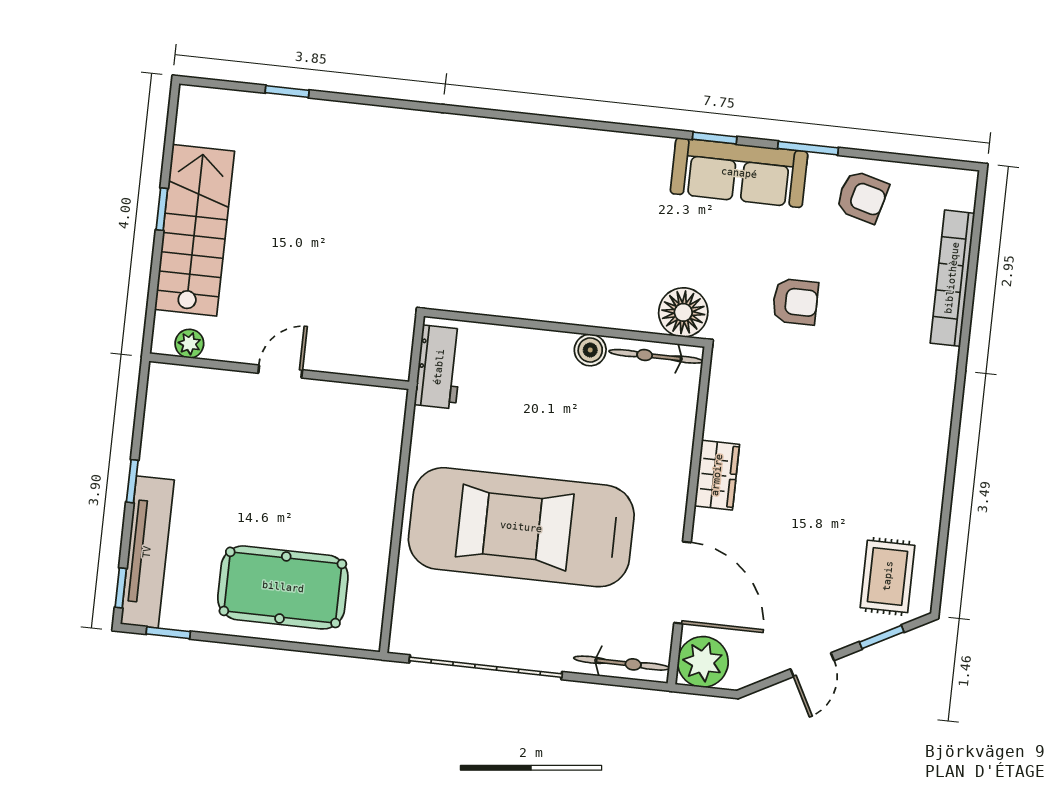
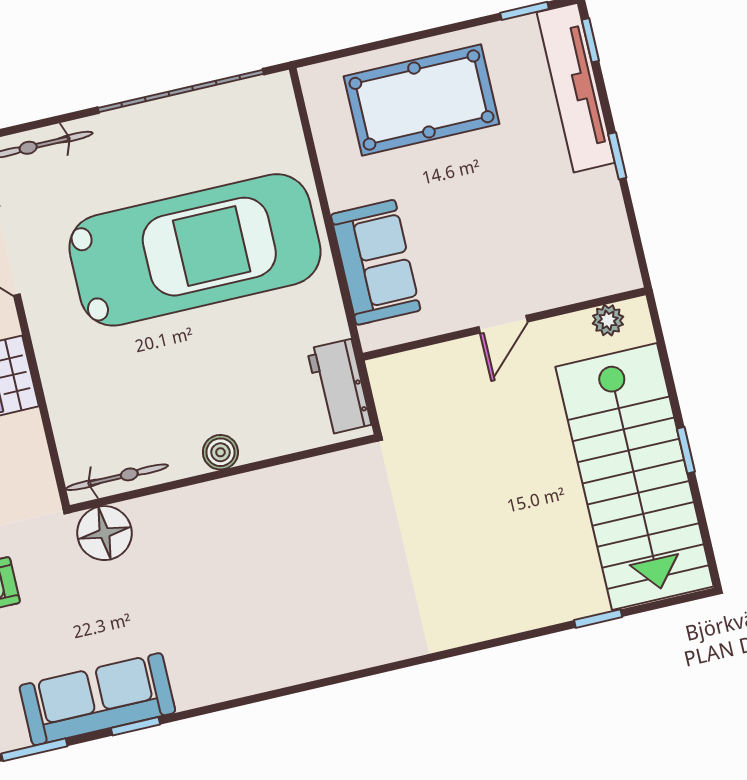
stairs: (195, 230) -> (634, 477), width x1.36, depth x1.51
boiler: (590, 350) -> (220, 452), moved
sofa: (371, 462) -> (376, 262), added

